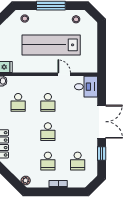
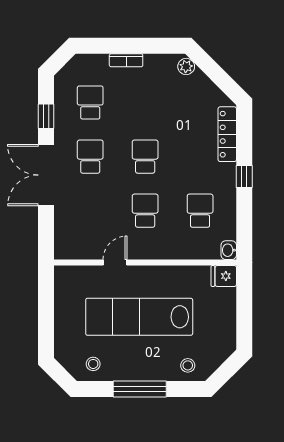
lab bench: (51, 45) -> (139, 317), turned 180
door: (64, 74) -> (115, 263), swing flipped
desk: (86, 87) -> (75, 240), removed
school desk: (48, 161) -> (90, 157), moved

